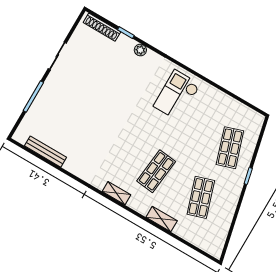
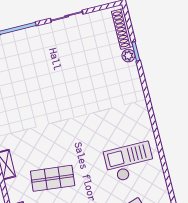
plant: (140, 50) -> (128, 56), moved
checkout: (177, 95) -> (129, 162), moved

